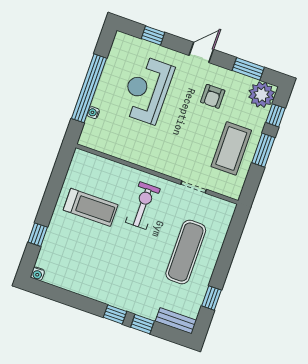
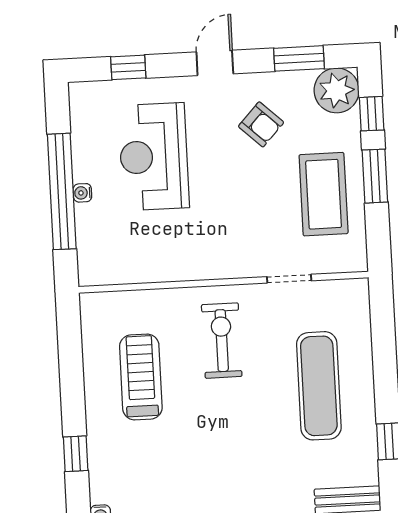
armchair: (213, 96) -> (261, 124), turned -47
water cooler: (93, 113) -> (82, 193), moved
treadmill: (91, 207) -> (141, 377), turned -90

